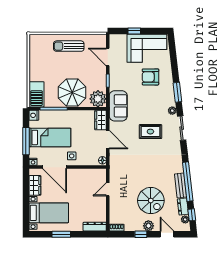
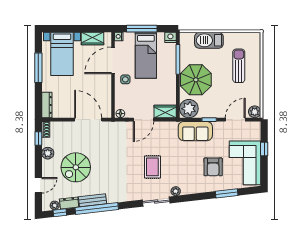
plant: (101, 40) -> (255, 112), added
sun lounger: (69, 46) -> (239, 66), moved
armchair: (150, 77) -> (213, 167), turned 180
window: (177, 92) -> (227, 193), moved
barbecue: (36, 94) -> (209, 40), moved
sofa: (118, 106) -> (195, 131), moved
door: (108, 189) -> (88, 120), width x1.88
plant: (148, 226) -> (48, 153), moved
window: (61, 234) -> (38, 68), width x1.44
window: (141, 234) -> (38, 138), moved

